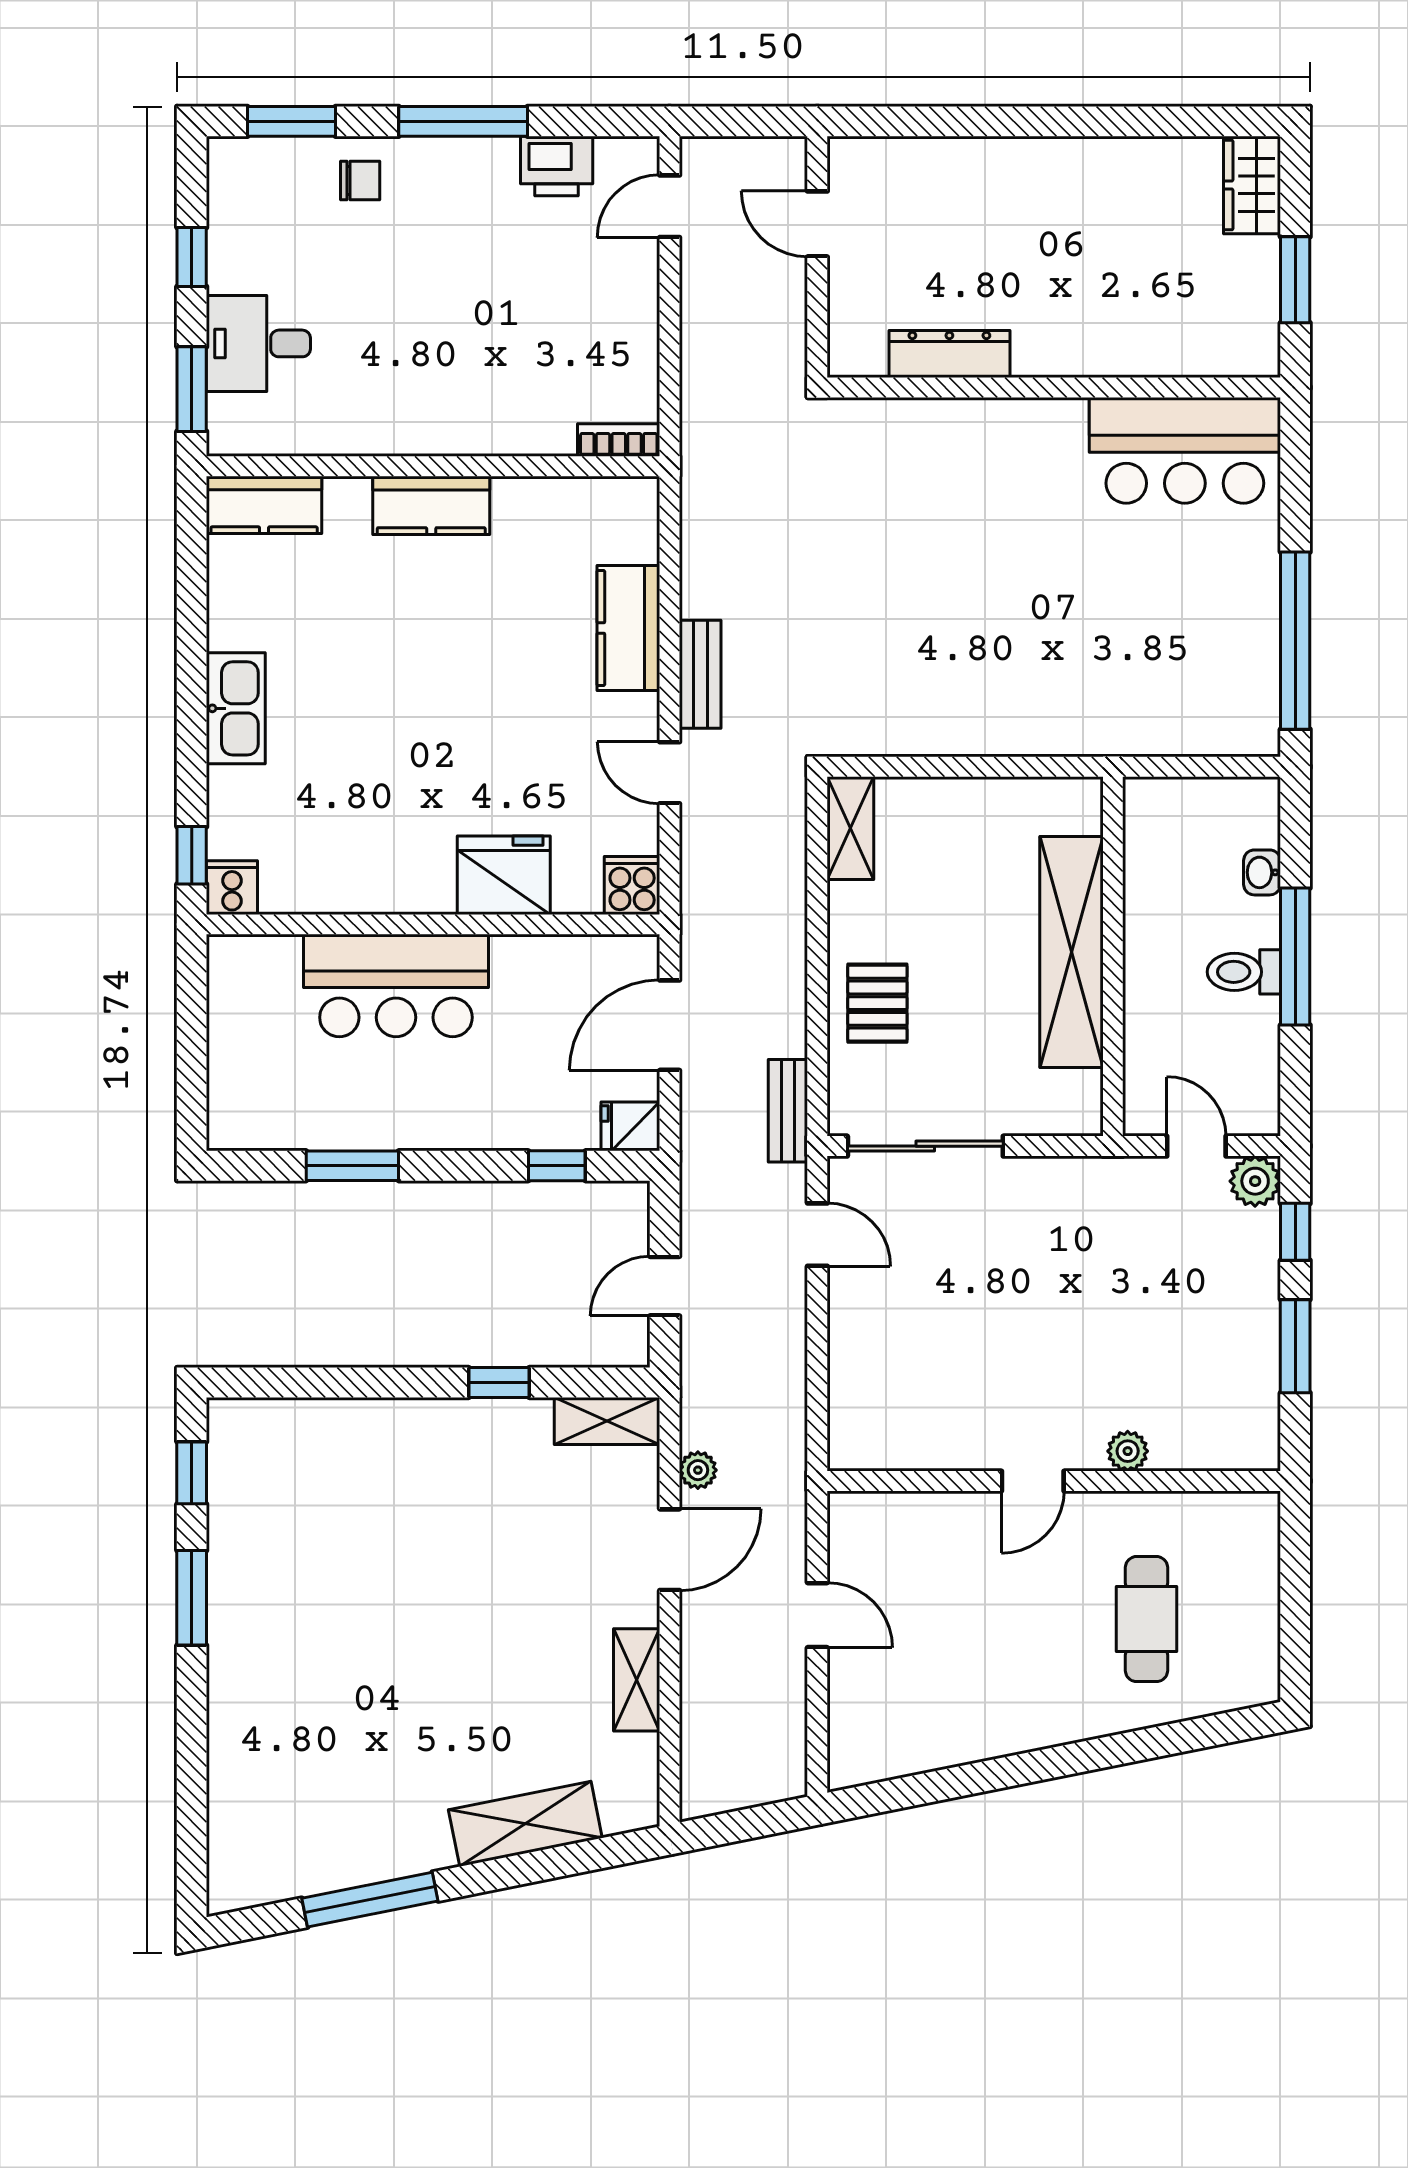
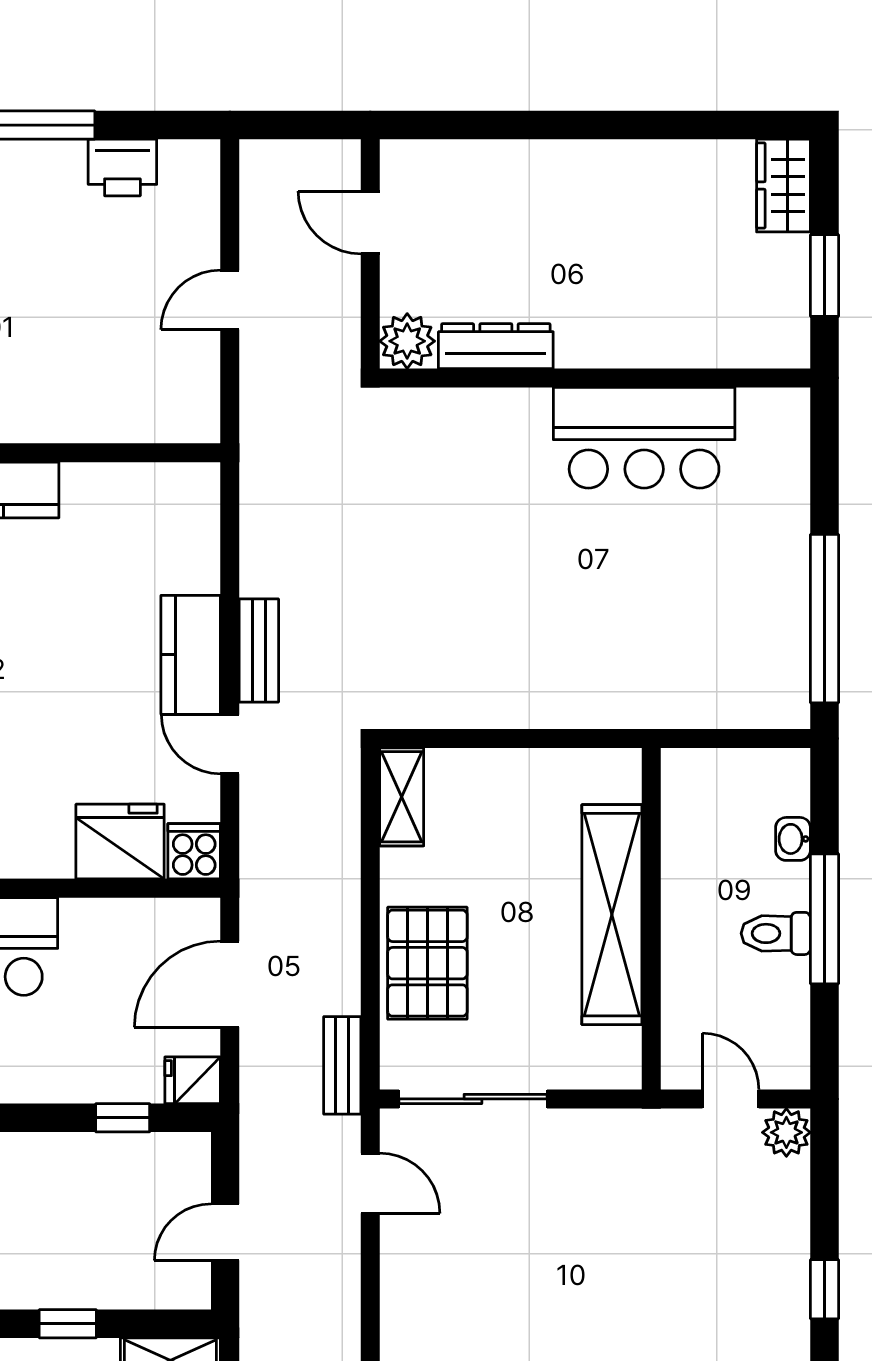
door: (670, 206) -> (230, 300), moved
plant: (856, 349) -> (407, 341), added
bookcase: (619, 440) -> (181, 428), removed
bar counter: (1185, 450) -> (644, 438), moved
kitchen counter: (628, 628) -> (191, 655), moved
fridge: (504, 875) -> (120, 842), moved
pallet: (877, 1003) -> (427, 963), width x1.50, depth x1.42
window: (1295, 1232) -> (824, 1181), removed
window: (1295, 1346) -> (824, 1289), width x0.67

